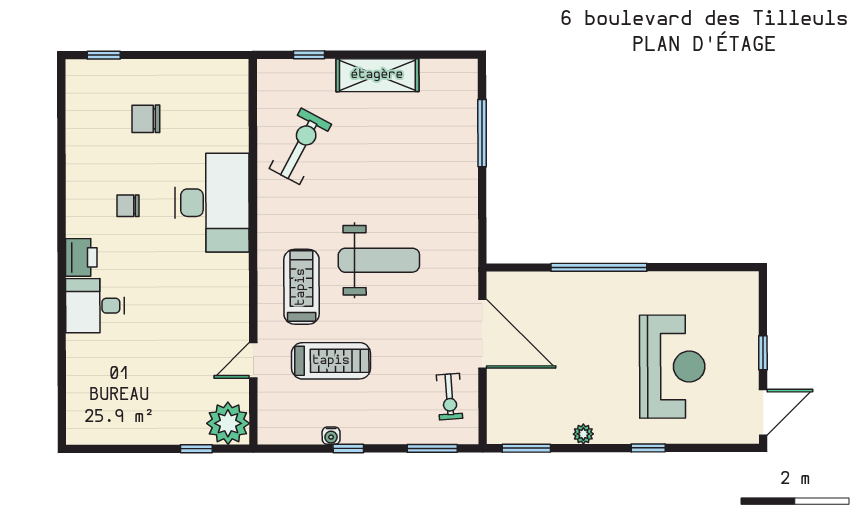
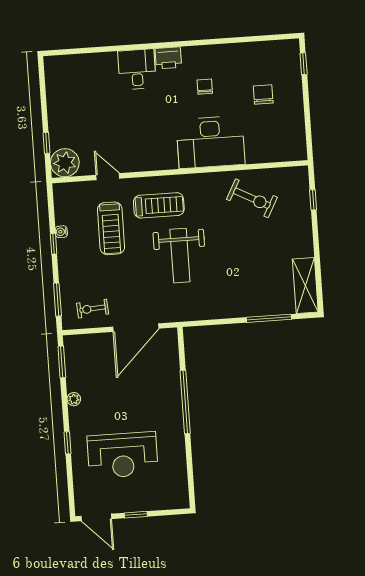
shelving: (377, 75) -> (305, 286), moved

